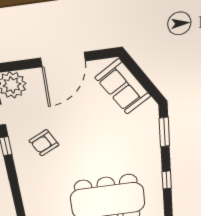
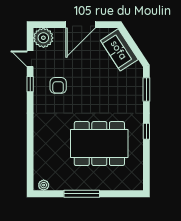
armchair: (44, 143) -> (58, 85), turned -63

